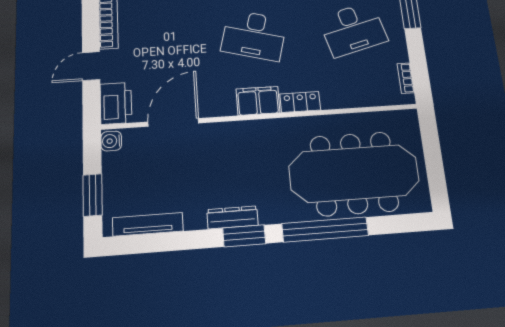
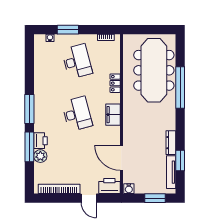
desk: (254, 35) -> (77, 114), turned -30
locker: (300, 102) -> (115, 83), moved
dresser: (233, 217) -> (171, 143), moved
window: (244, 236) -> (180, 160), moved

